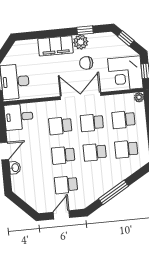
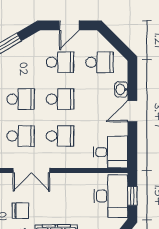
double door: (81, 96) -> (31, 170), width x0.73
school desk: (34, 188) -> (99, 62), added

